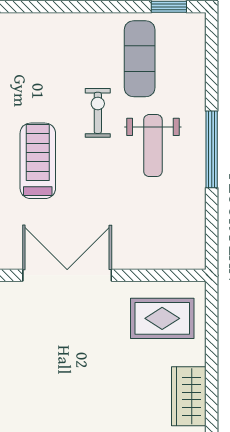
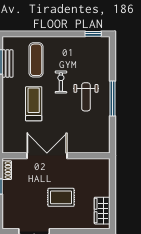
exercise mat: (140, 59) -> (36, 60), moved
rug: (162, 318) -> (61, 197), moved

